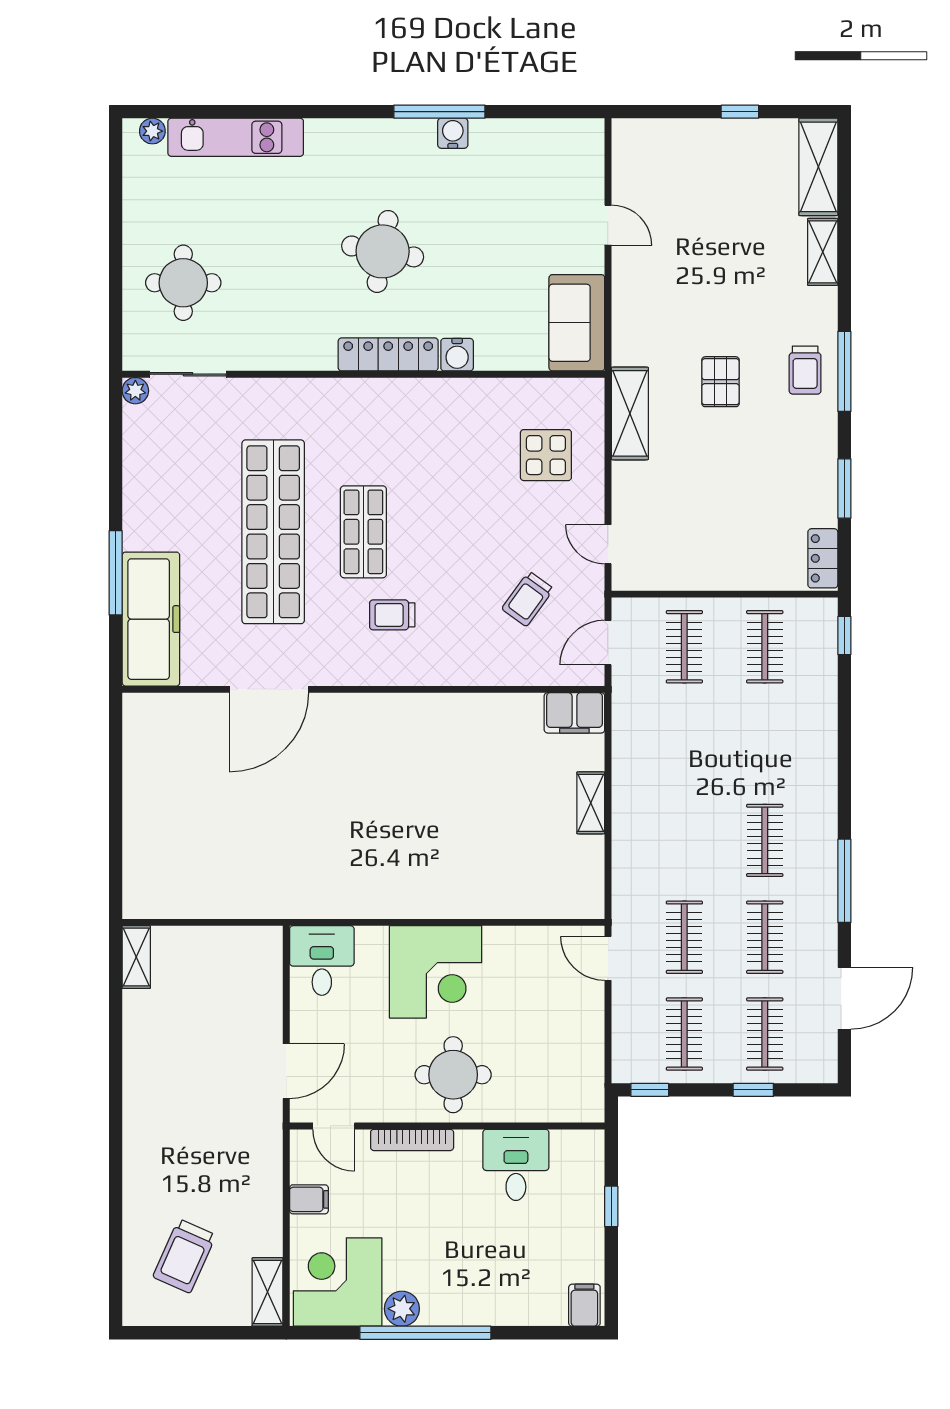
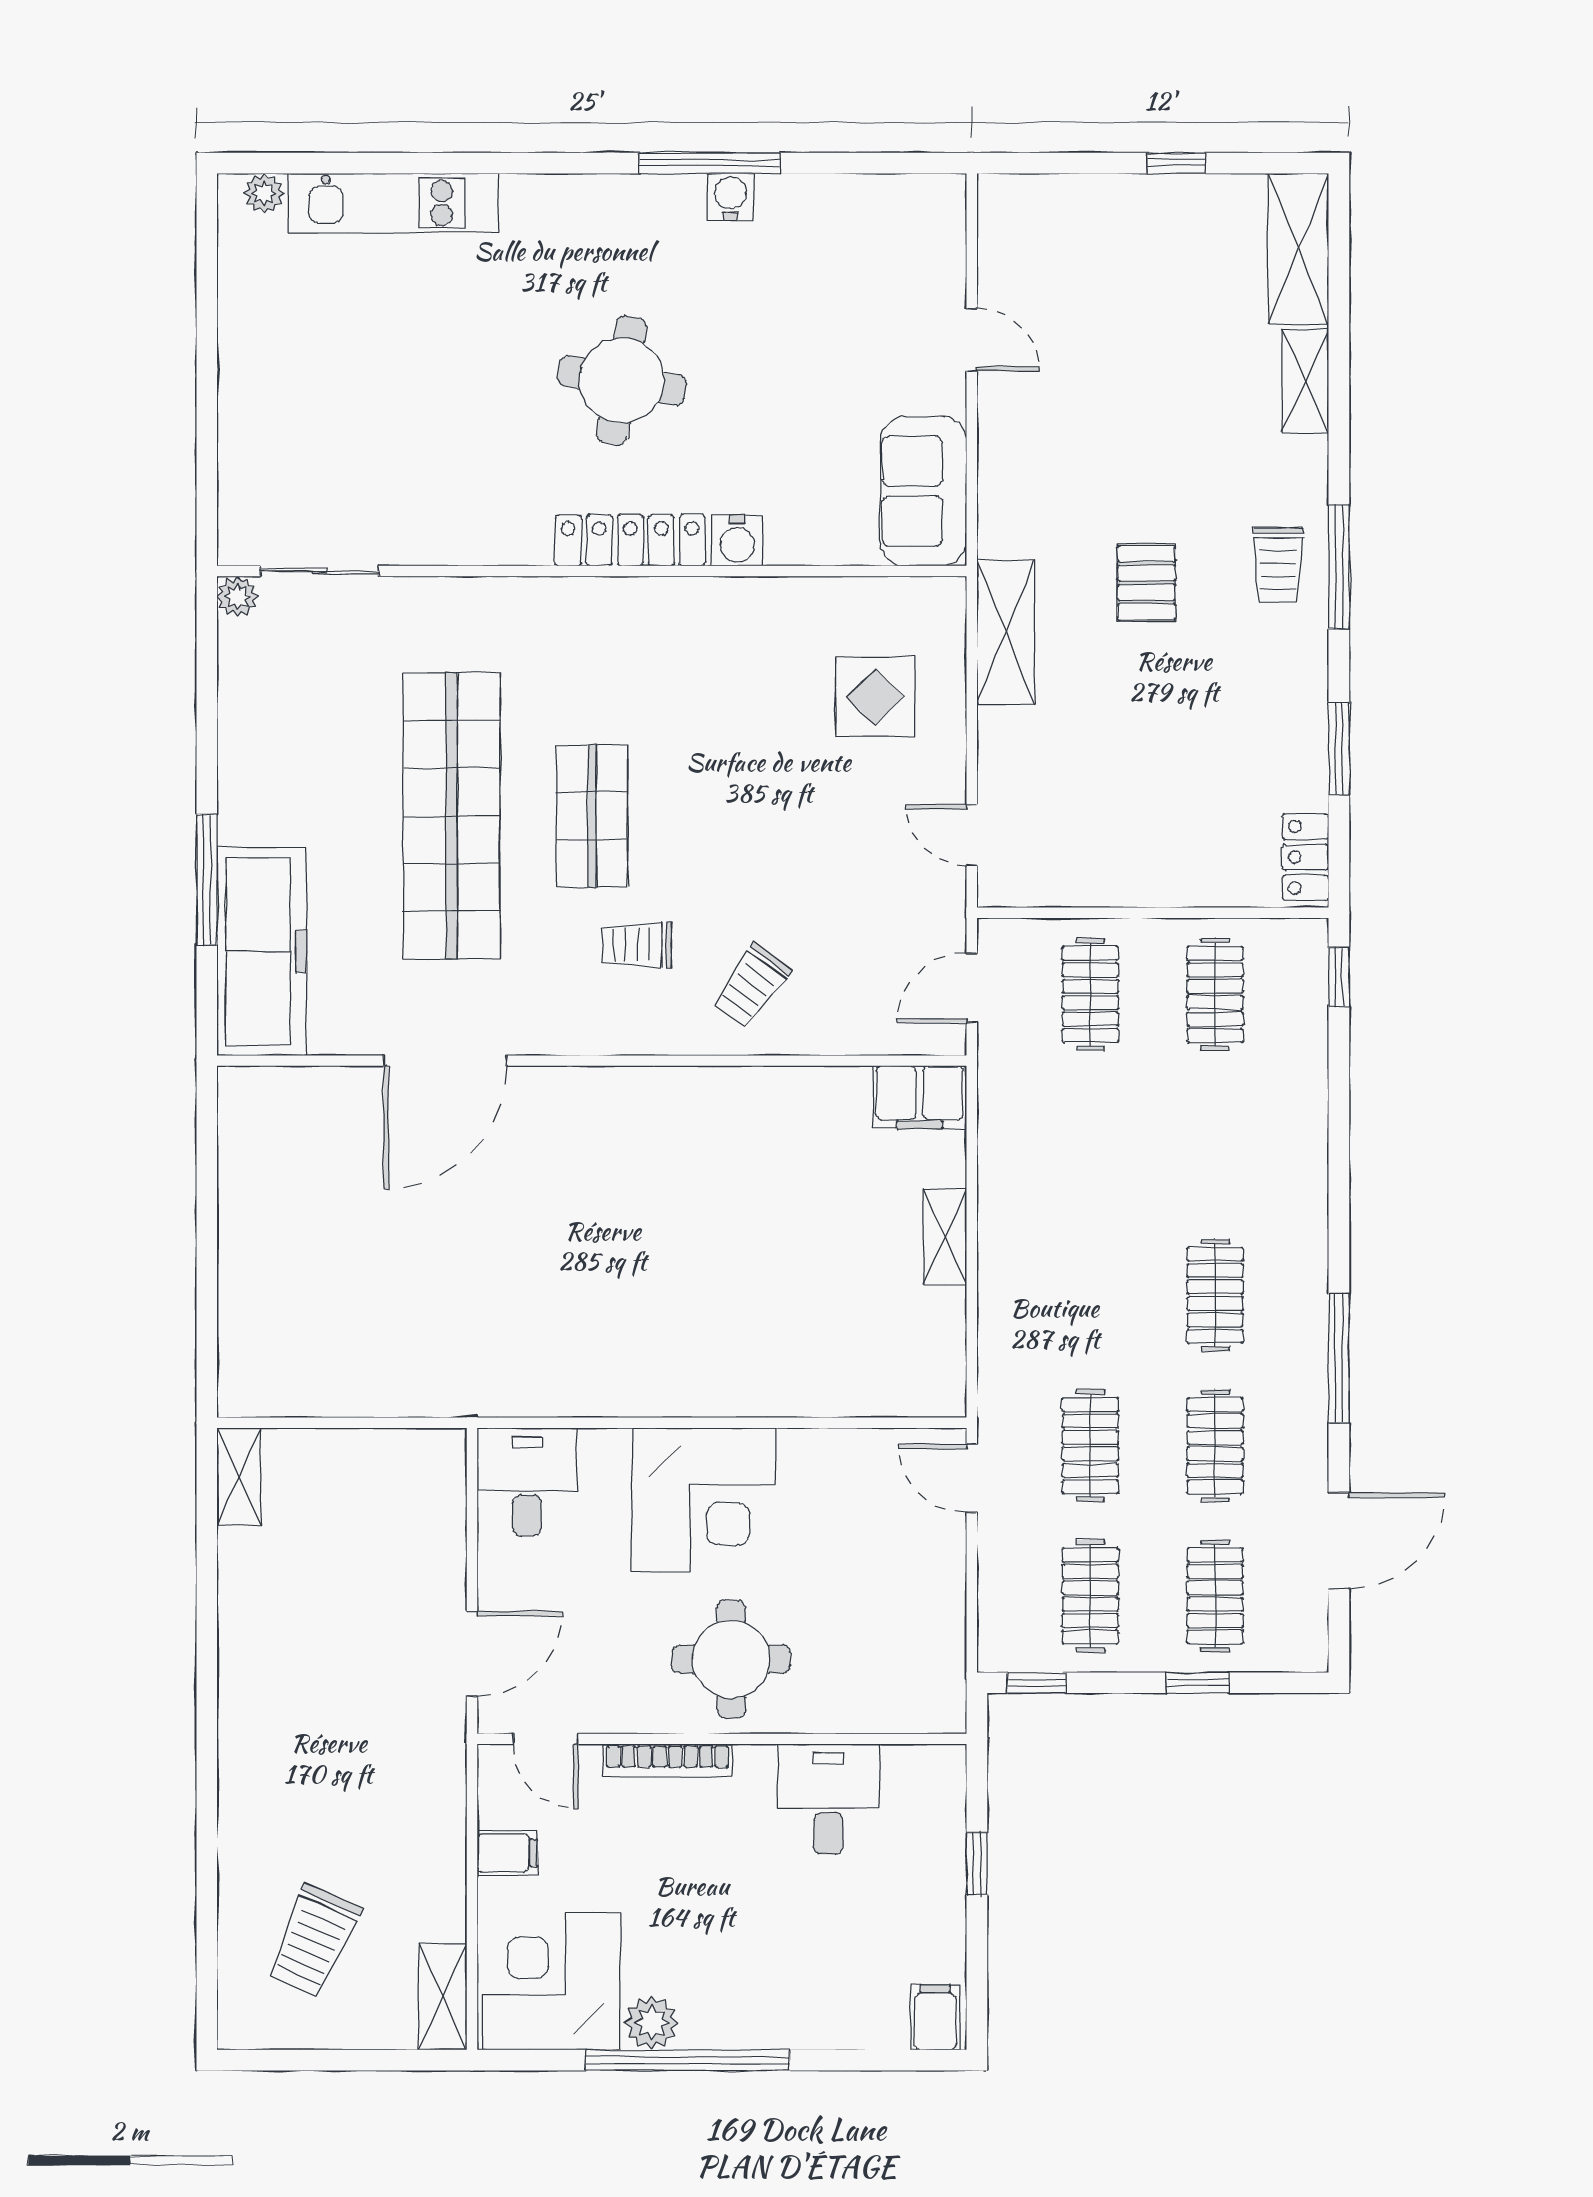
round table: (183, 283) -> (312, 429), removed
trolley: (528, 599) -> (751, 986), moved

